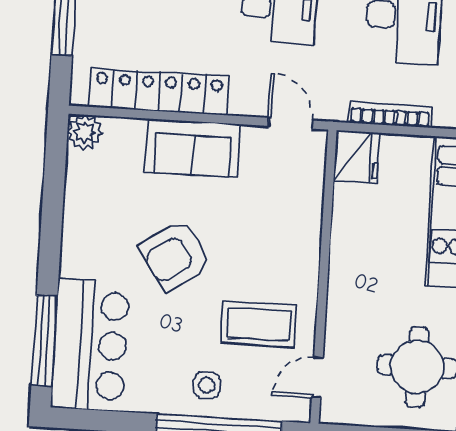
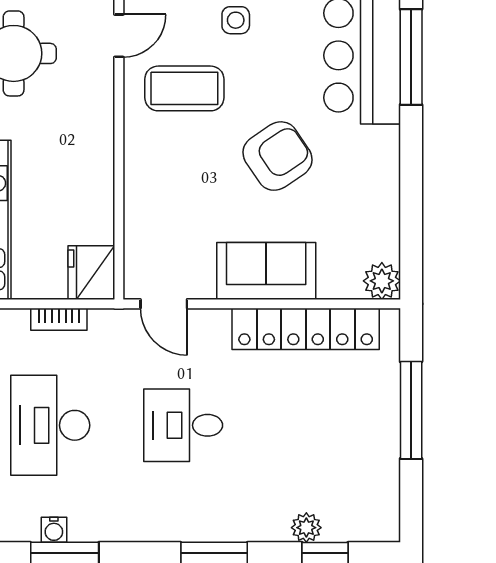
bookcase: (390, 115) -> (59, 319), width x0.64

